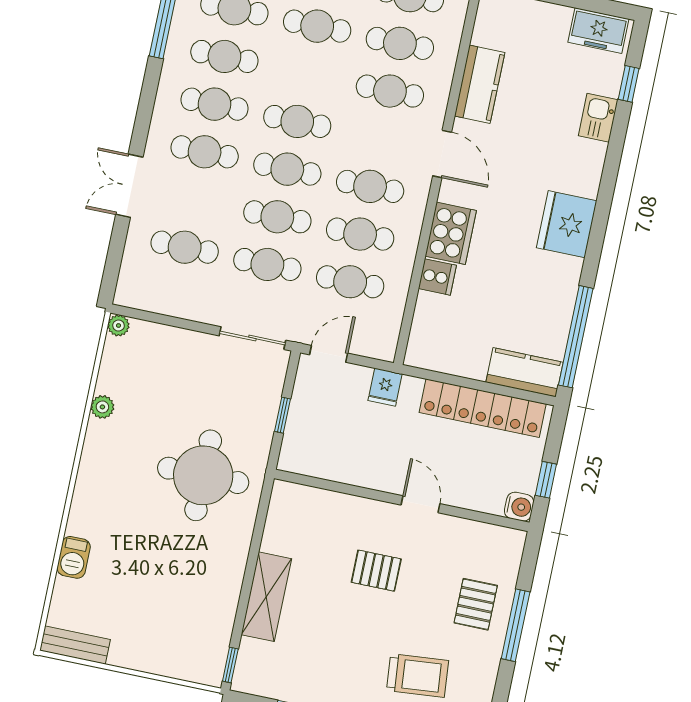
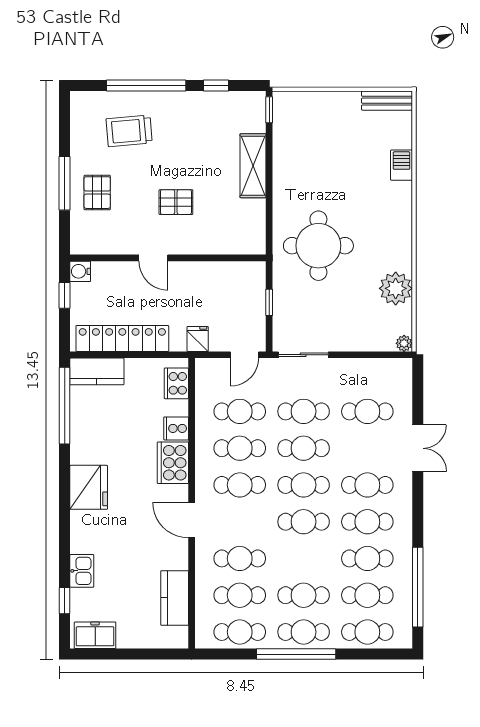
kitchen counter: (480, 84) -> (175, 598), moved
cooker: (425, 335) -> (176, 383), added
plant: (102, 407) -> (396, 288), width x1.88, depth x1.88

